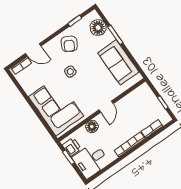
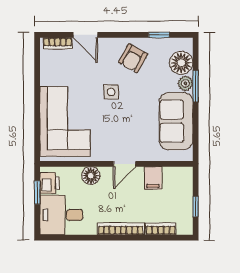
plant: (109, 37) -> (185, 83), added
filing cabinet: (128, 103) -> (153, 178), added

